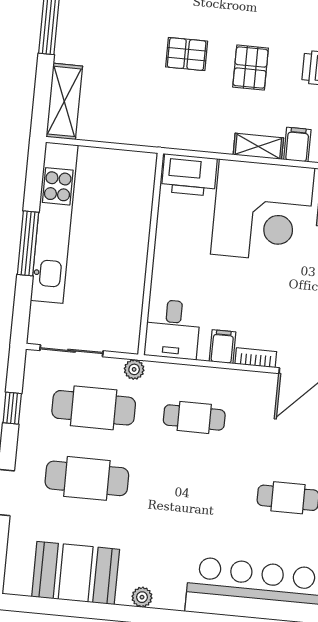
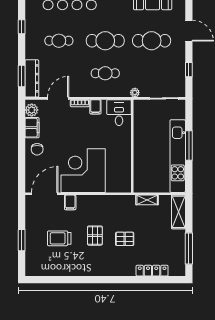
shelving: (258, 146) -> (147, 200), moved
printer: (189, 175) -> (118, 184), removed
cafe table: (94, 408) -> (105, 41), moved

